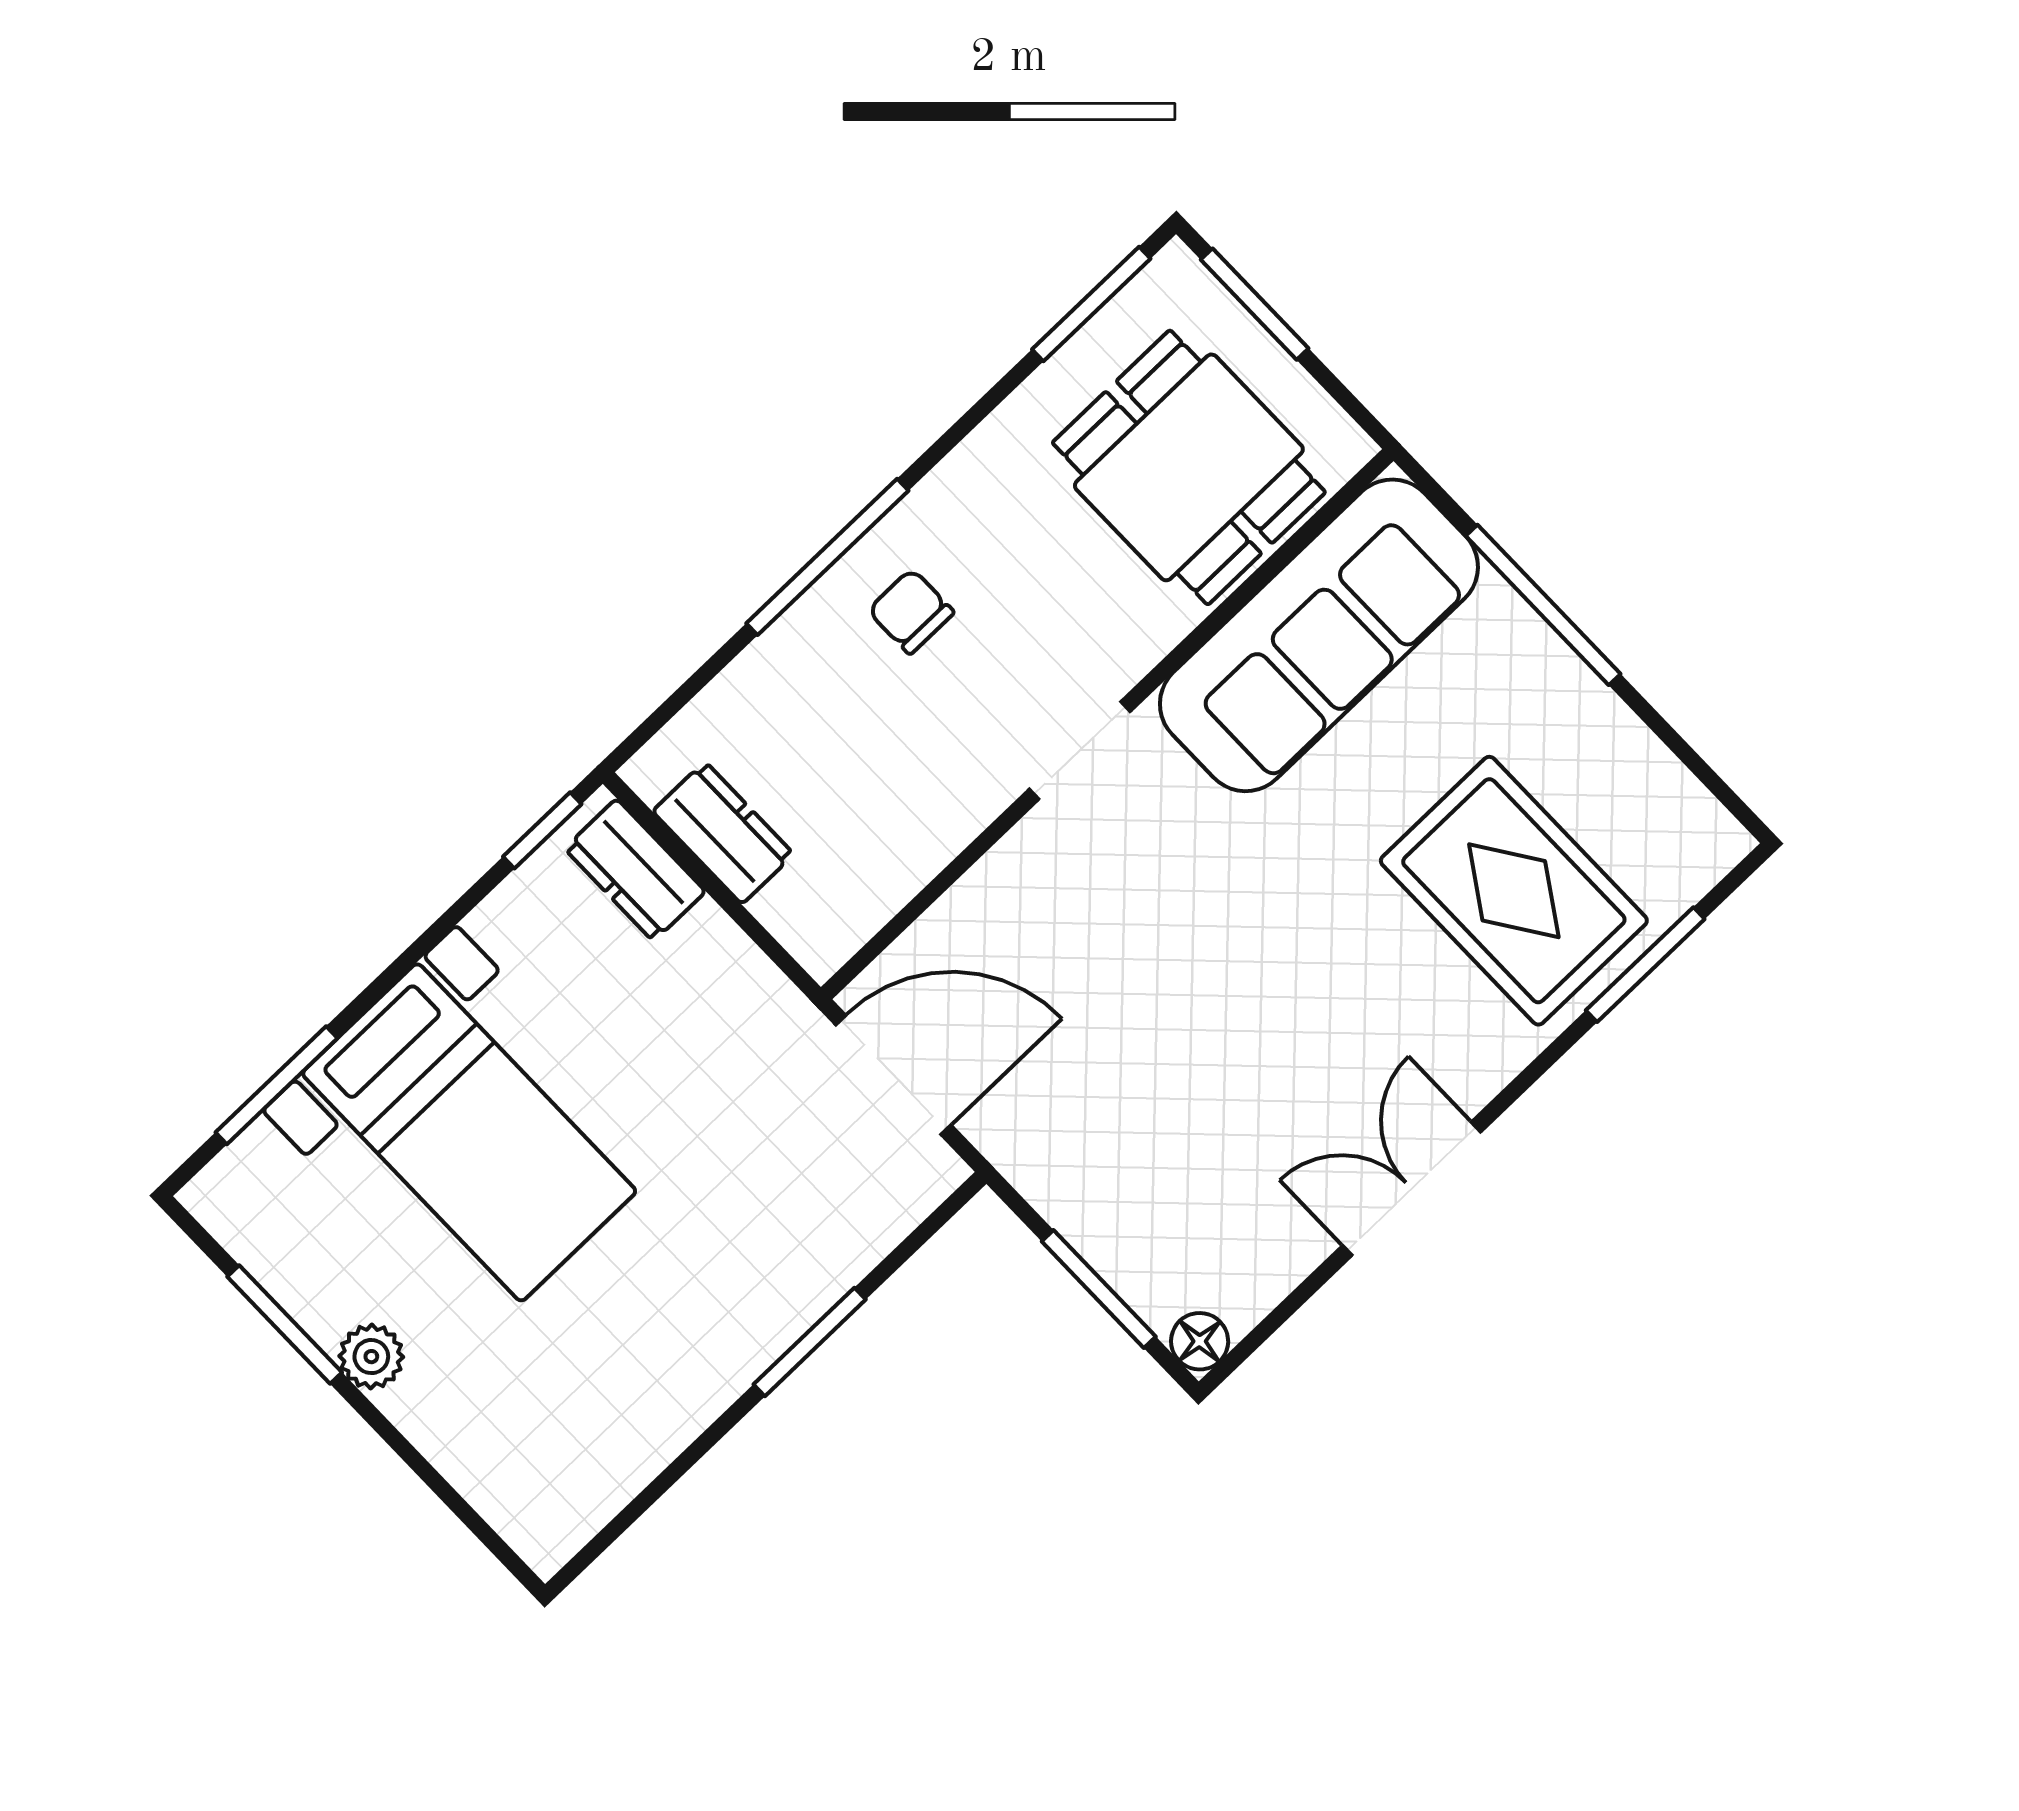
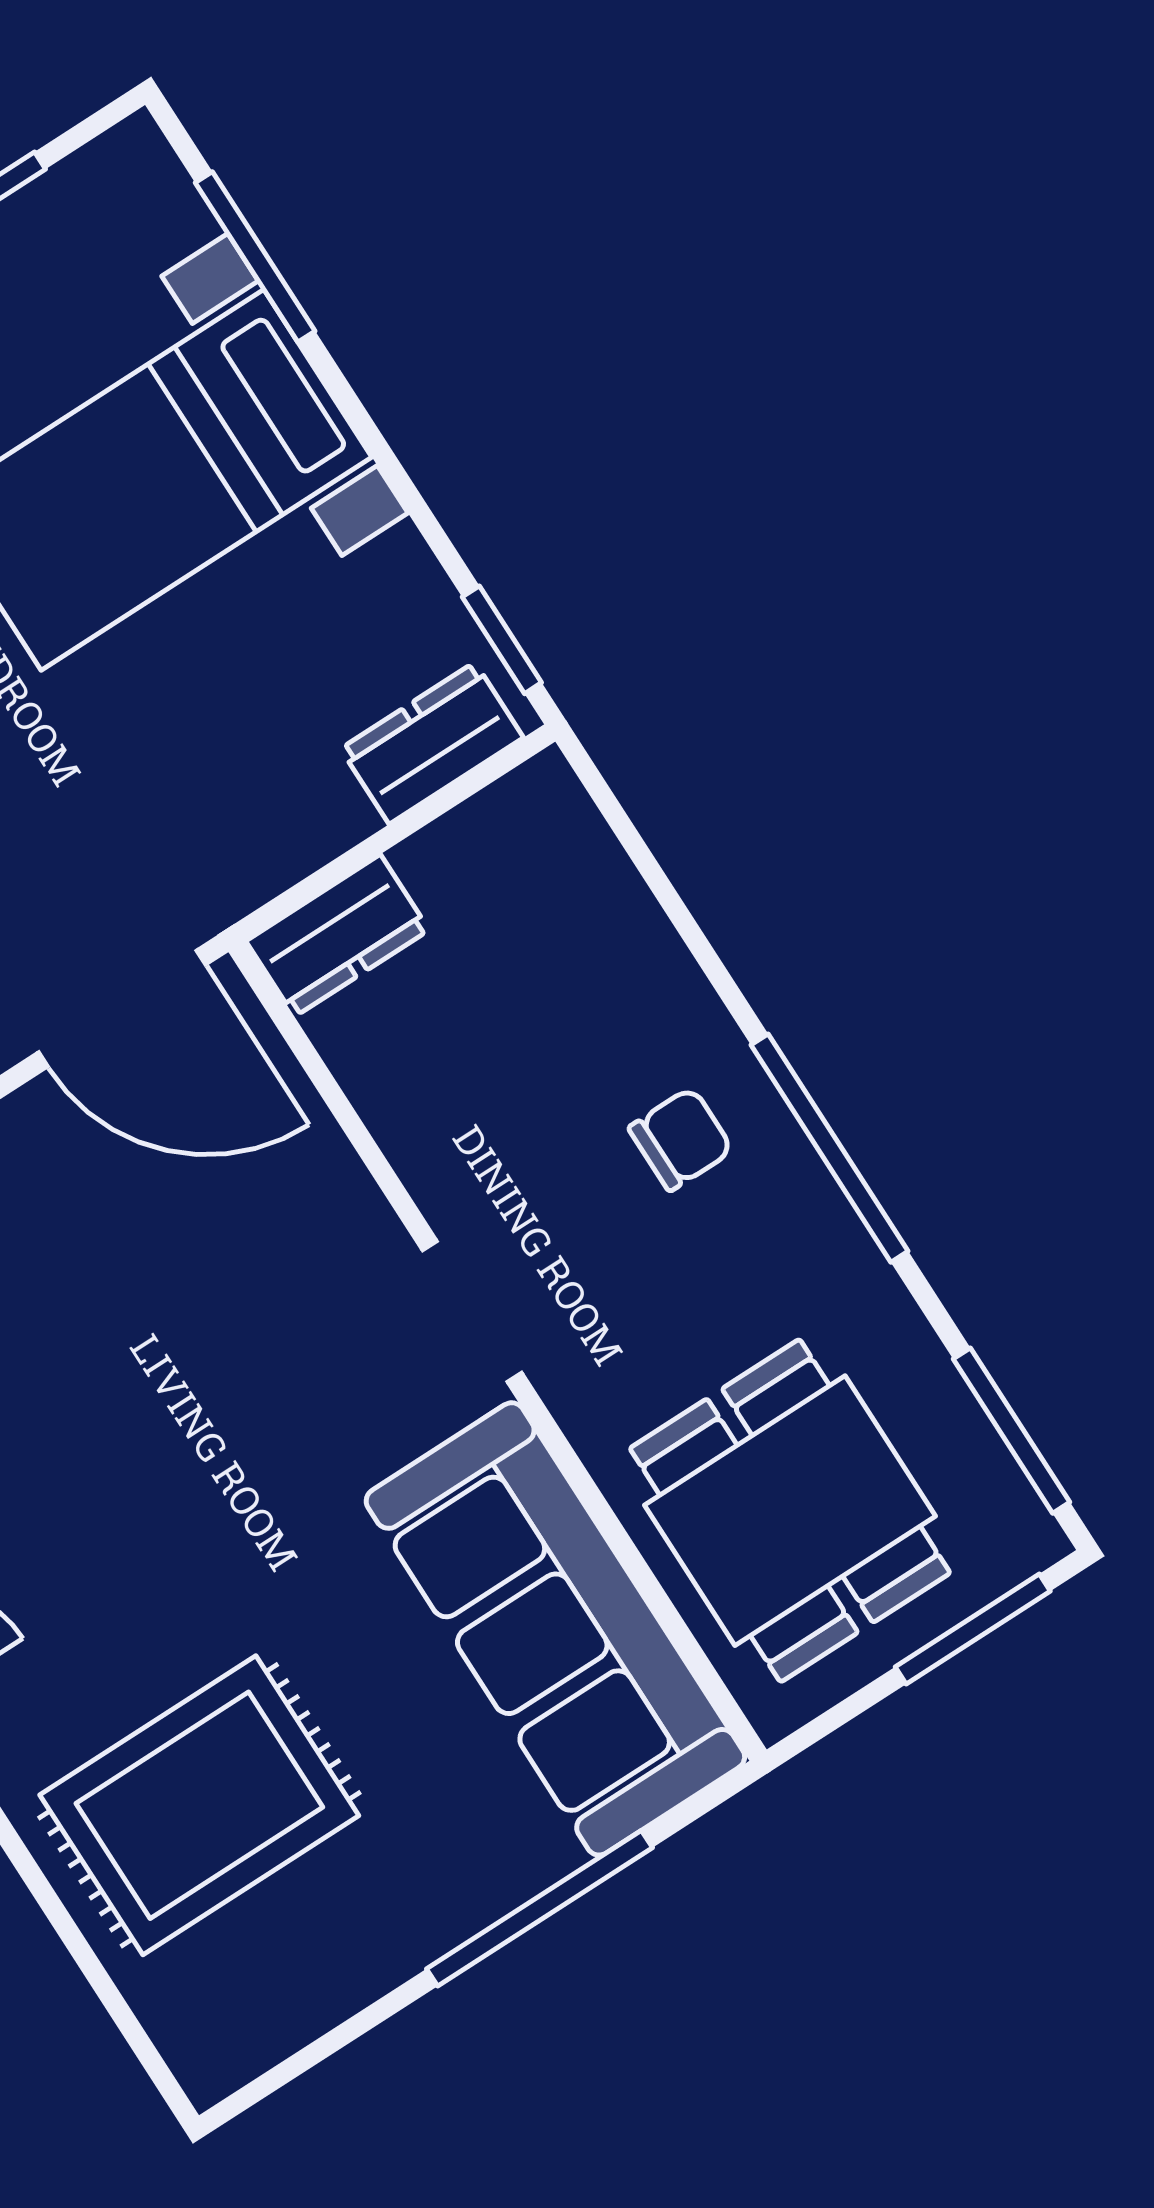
dining table: (1189, 467) -> (790, 1511), turned 90
window: (827, 557) -> (829, 1148), moved
dresser: (723, 833) -> (337, 936), moved
window: (1645, 965) -> (78, 1947), removed
door: (893, 1075) -> (122, 1008), hinge flipped

